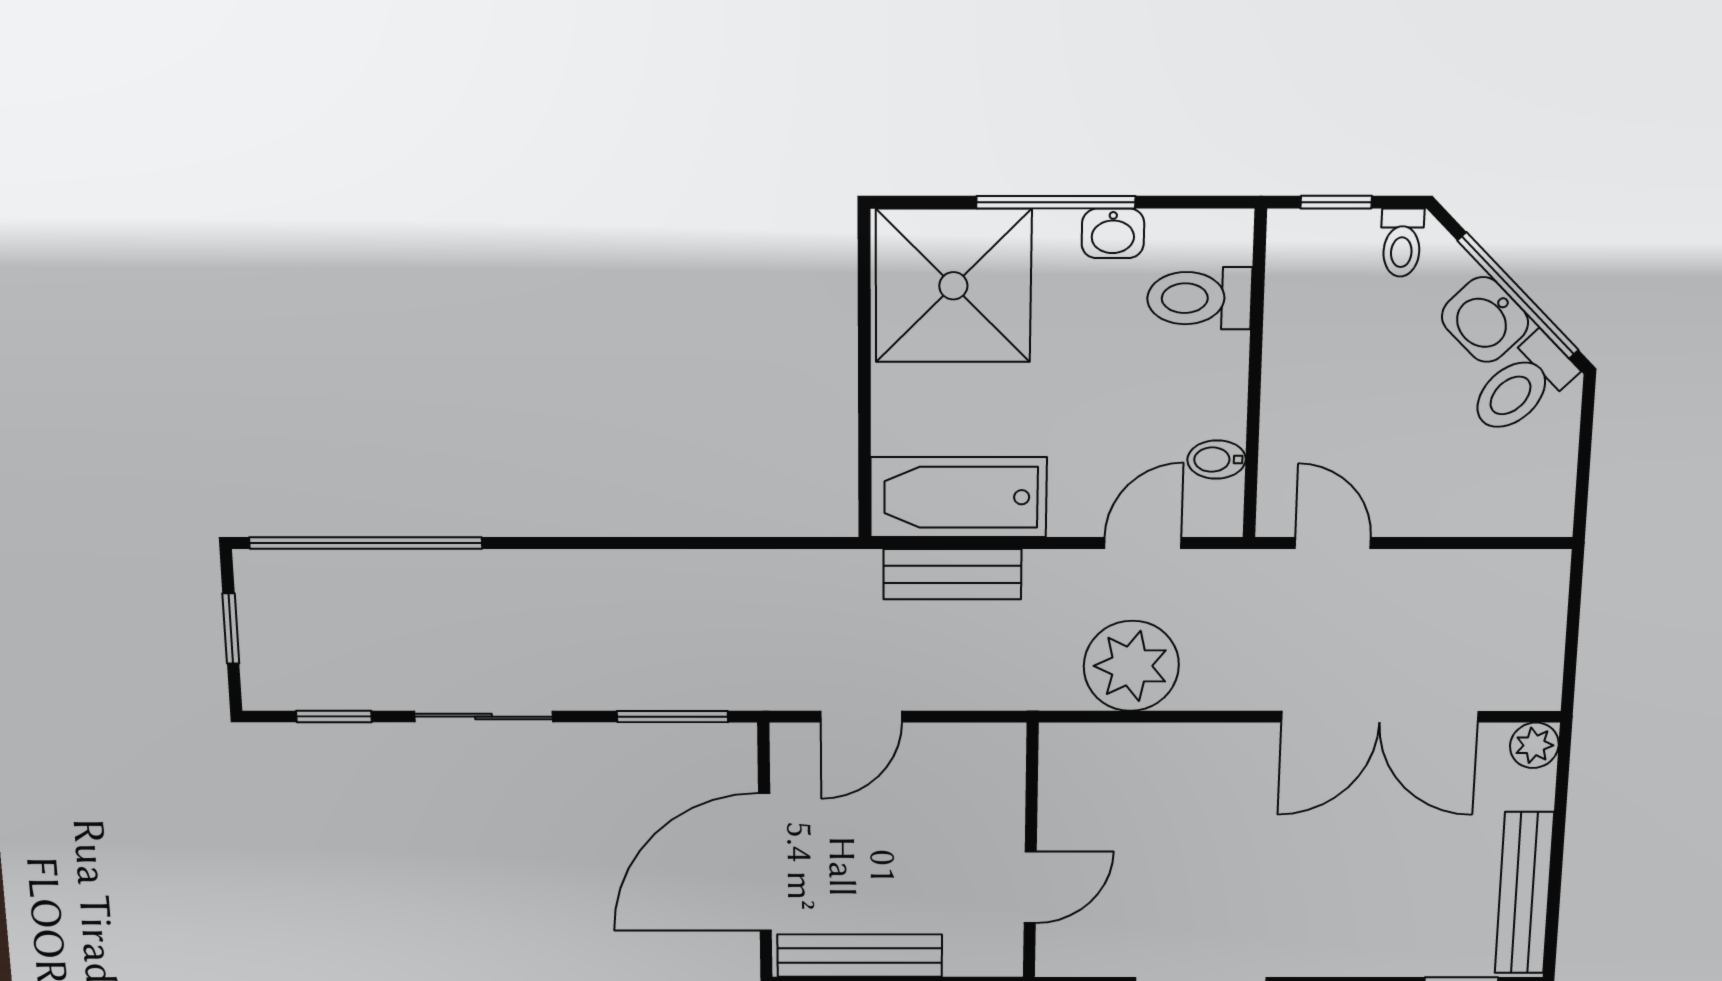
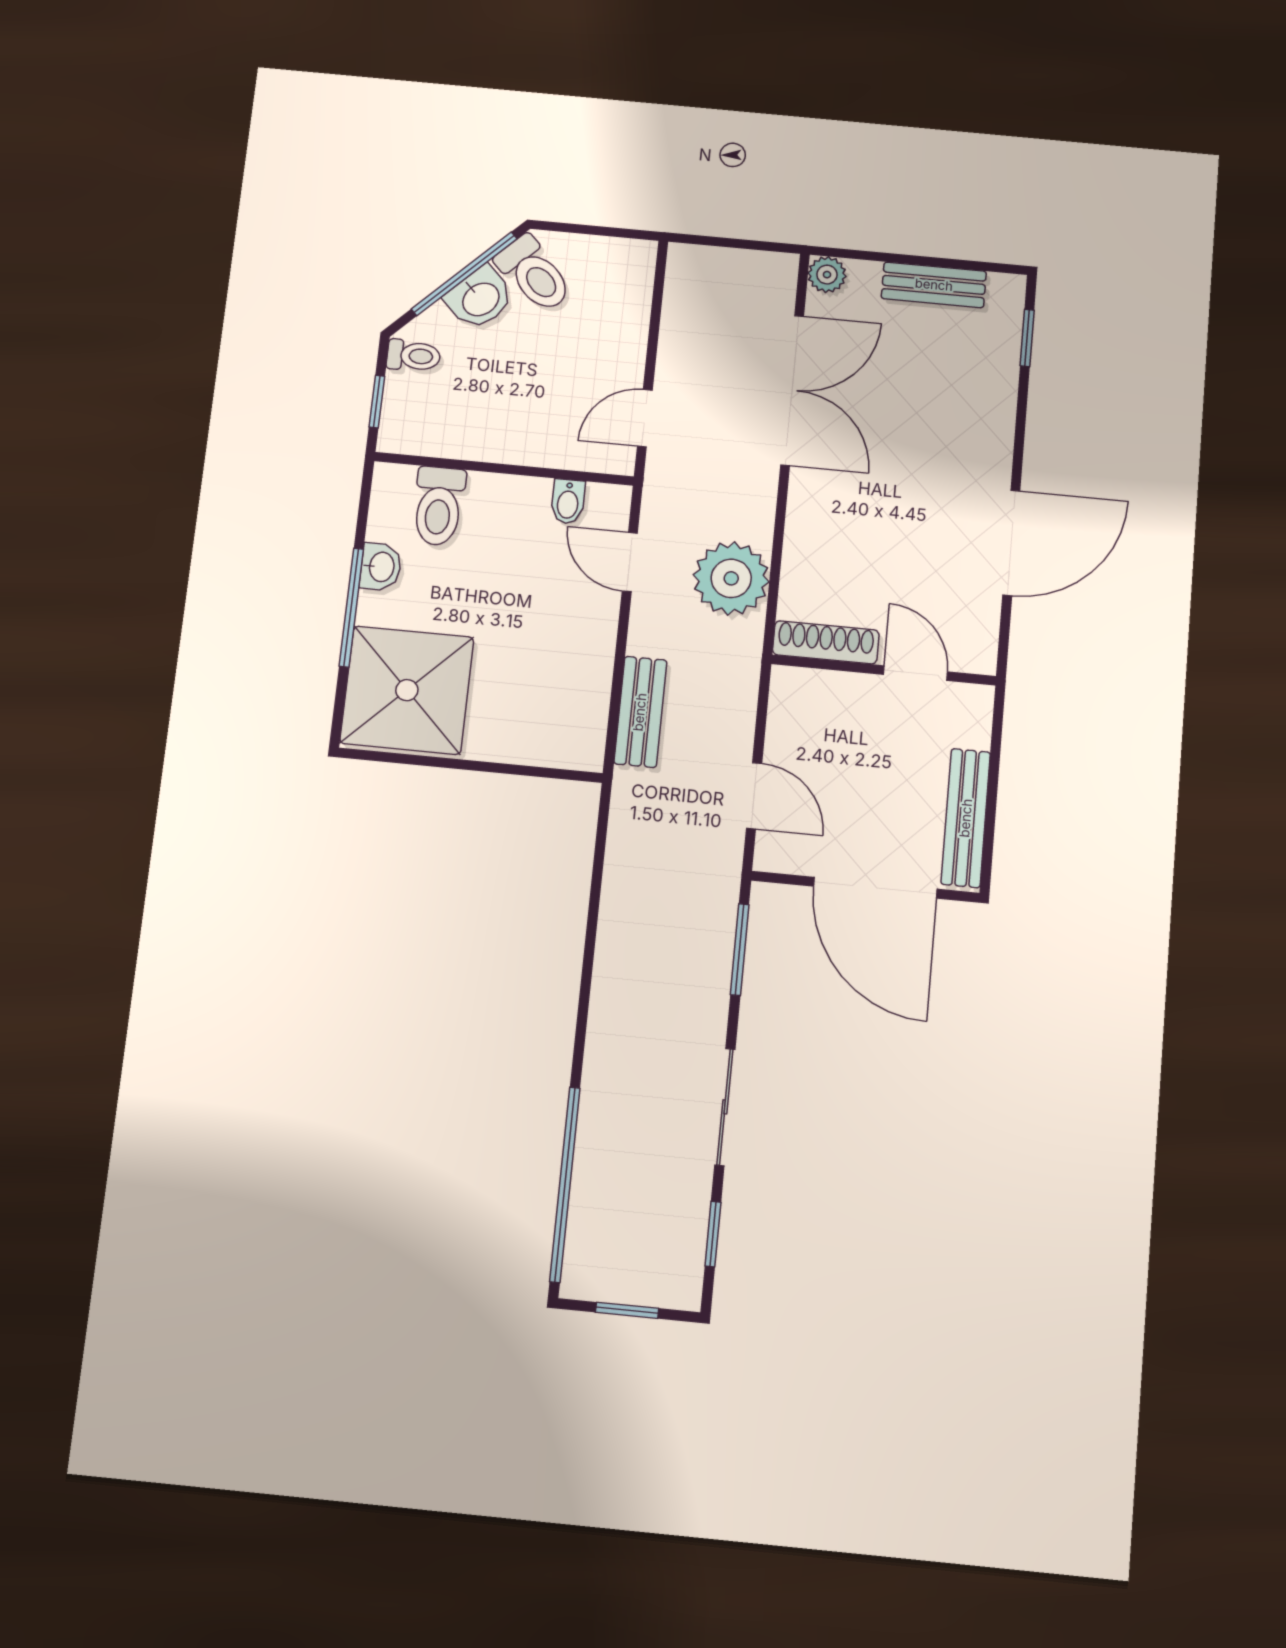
bathtub: (958, 497) -> (577, 701), removed
shoe rack: (1059, 783) -> (826, 642), added
bench: (1524, 893) -> (934, 285), width x0.73

